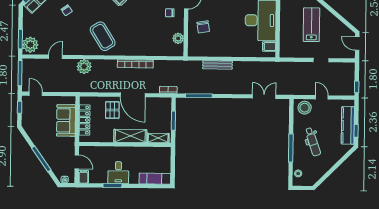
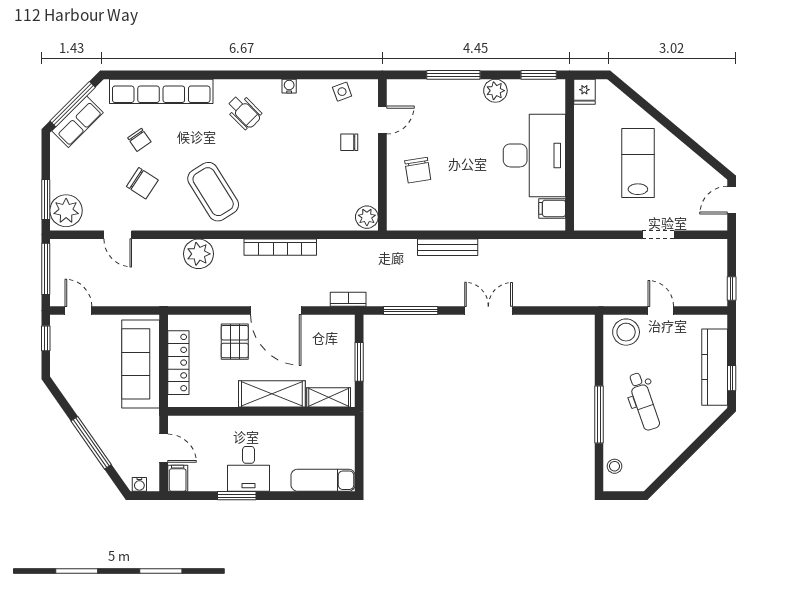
chair: (68, 32) -> (142, 183), added
plant: (178, 38) -> (367, 217), moved
door: (357, 43) -> (732, 200), hinge flipped
door: (56, 57) -> (118, 235), swing flipped
plant: (84, 67) -> (199, 254), moved
double door: (264, 97) -> (488, 310), moved
sofa: (66, 120) -> (141, 364), width x1.36

